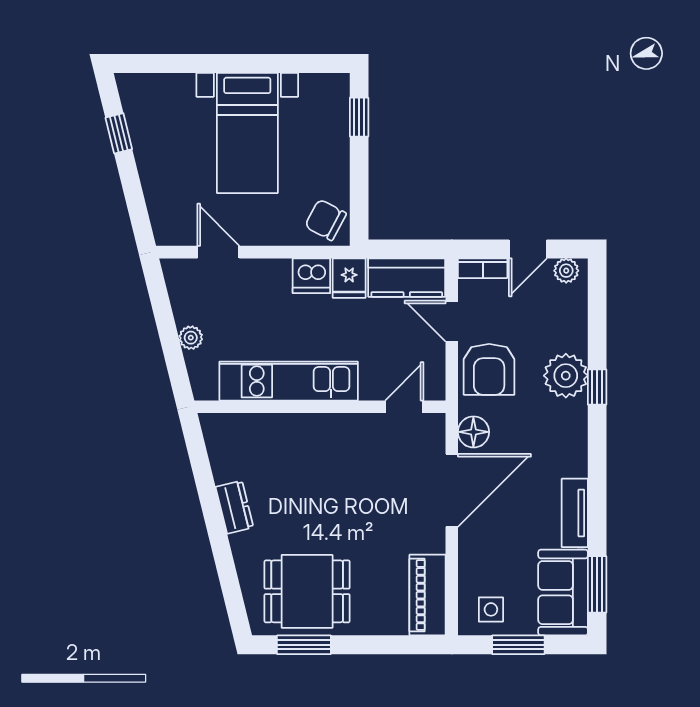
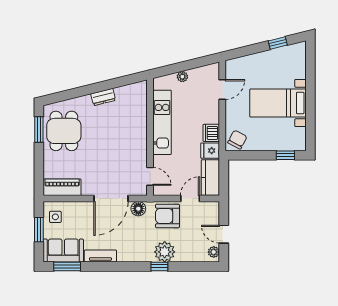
bookcase: (483, 268) -> (215, 213), removed
door: (452, 490) -> (111, 199), hinge flipped

